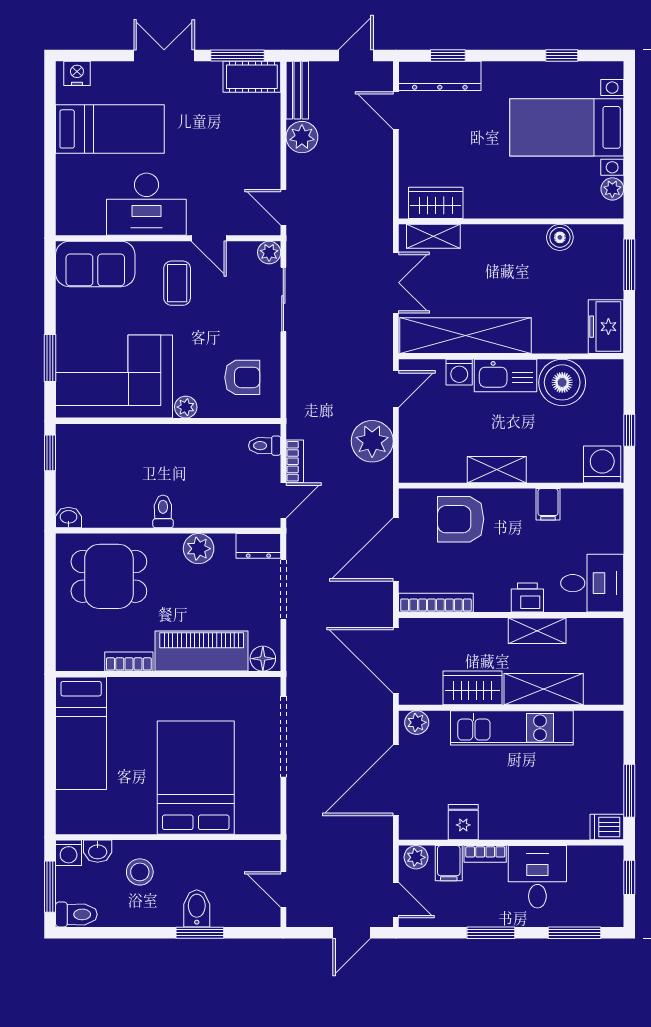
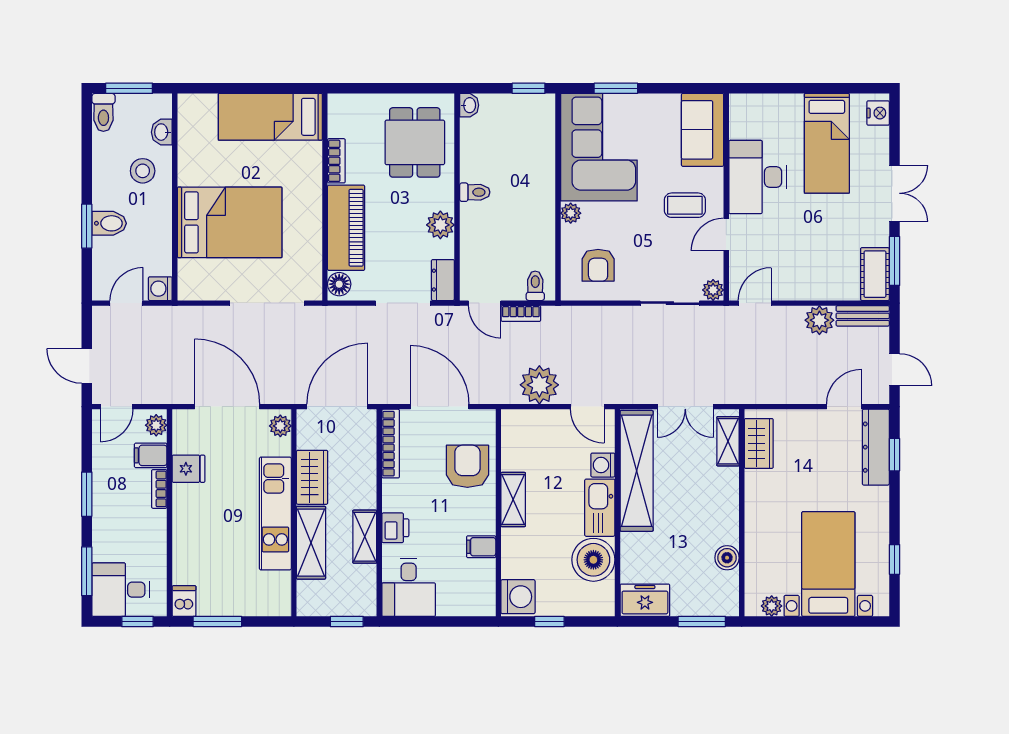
window: (629, 650) -> (347, 622), added
washing machine: (69, 853) -> (160, 289), moved
desk: (537, 877) -> (121, 590), moved, turned 180

